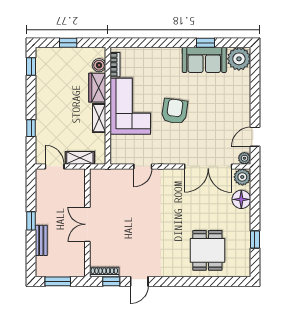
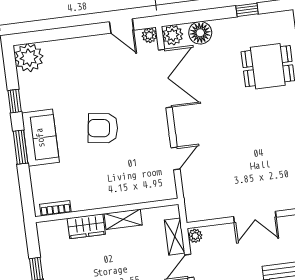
window: (168, 43) -> (20, 147), added
sofa: (204, 60) -> (40, 138), moved
boiler: (99, 65) -> (59, 228), removed
corner sofa: (130, 106) -> (104, 183), removed
door: (143, 166) -> (175, 158), hinge flipped
plant: (78, 174) -> (195, 236), added

